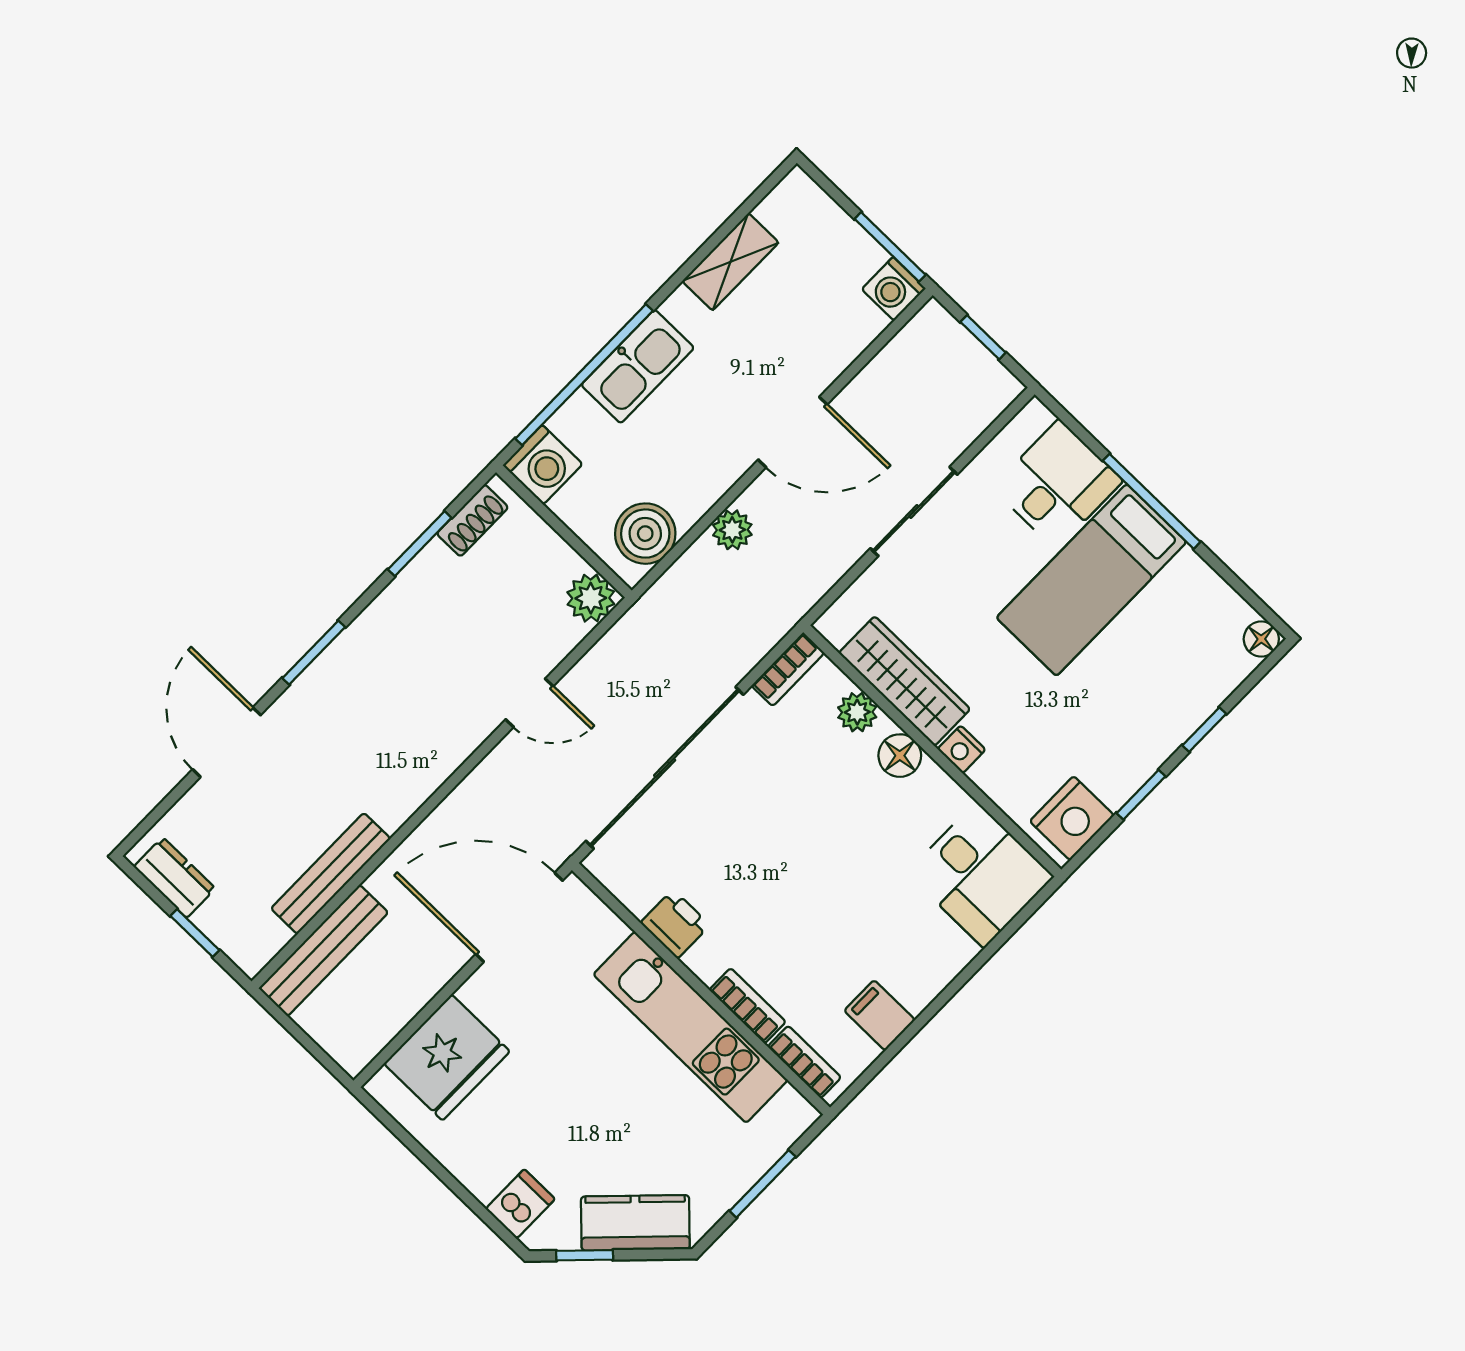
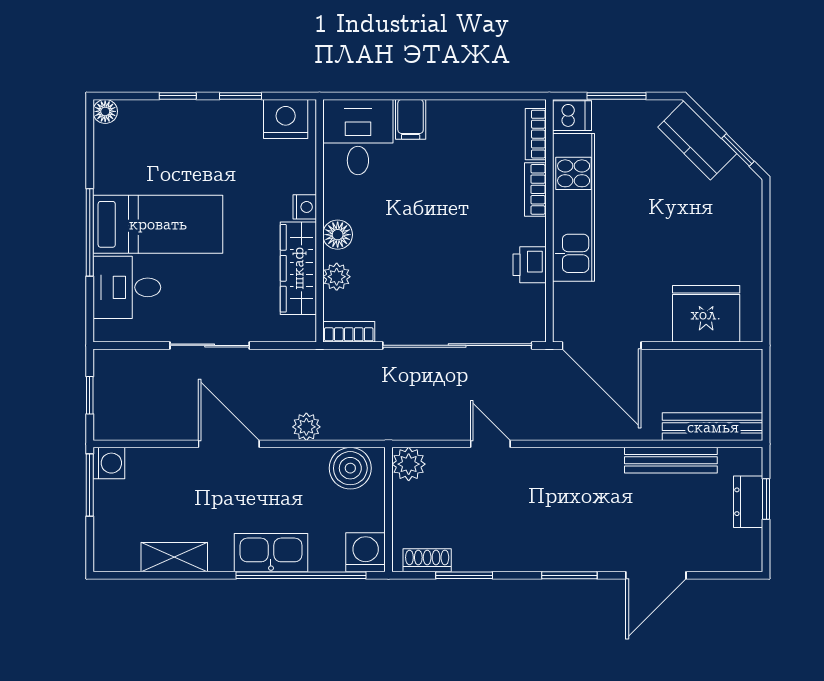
dresser: (175, 878) -> (748, 502), moved
filing cabinet: (880, 1015) -> (411, 119), moved
dishwasher: (520, 1204) -> (572, 116), moved, turned 180

